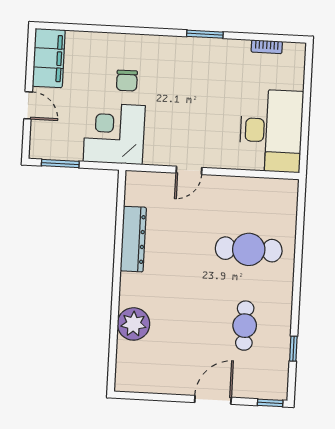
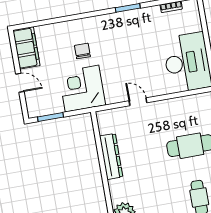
chair: (127, 81) -> (82, 51), turned 180
door: (189, 170) -> (138, 102), swing flipped

